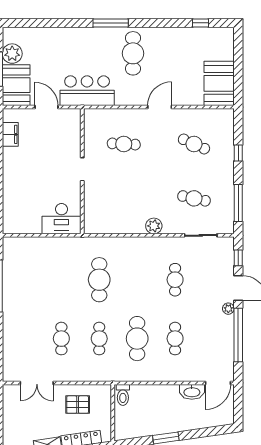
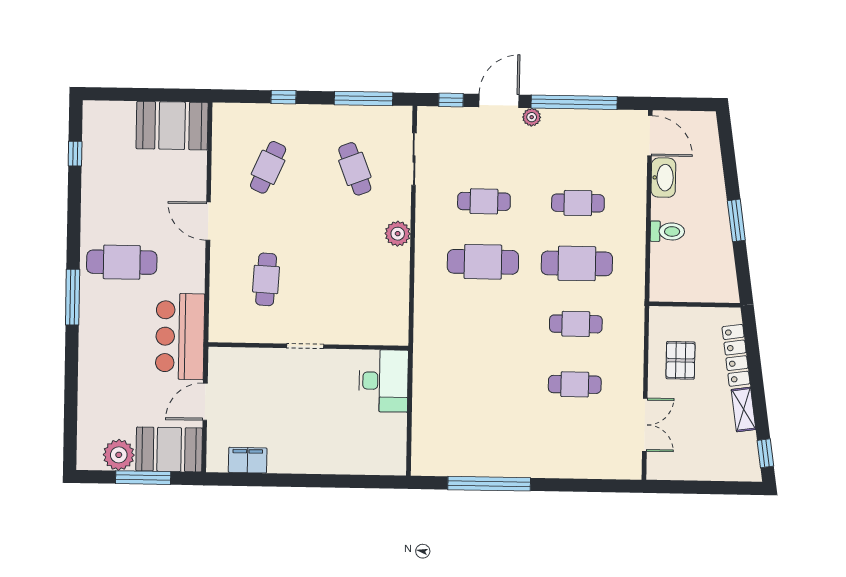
cafe table: (194, 198) -> (355, 169), turned -33
cafe table: (99, 280) -> (483, 262), moved
toilet: (123, 395) -> (667, 231), moved

